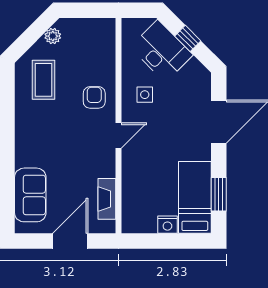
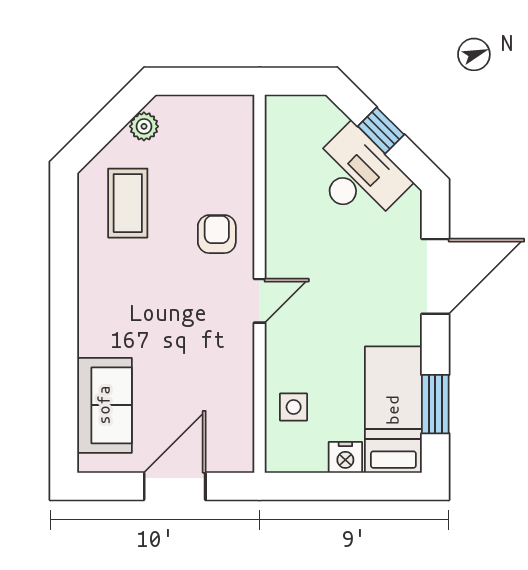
desk: (162, 51) -> (358, 176), moved
side table: (145, 95) -> (294, 407), moved
fireplace: (107, 199) -> (239, 412), removed

